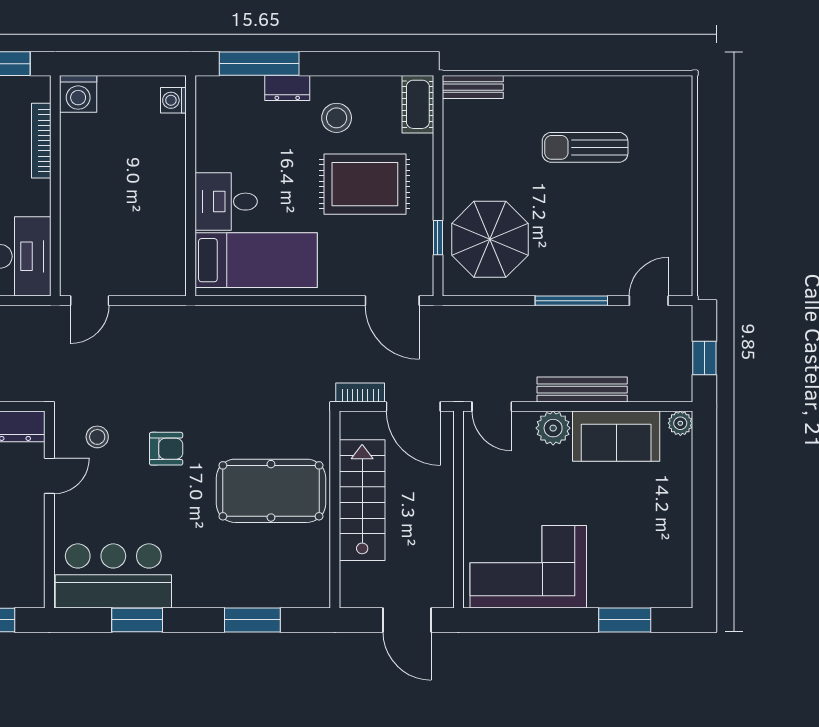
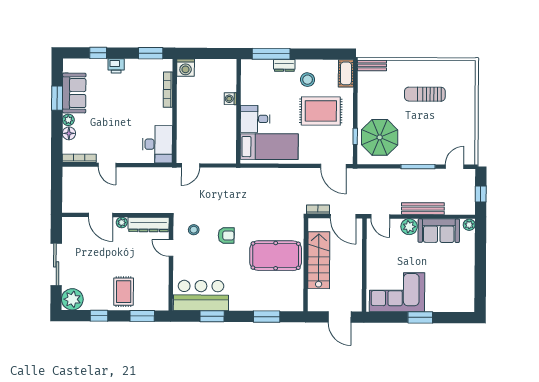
washing machine: (173, 100) -> (230, 99), moved
door: (49, 476) -> (171, 248), swing flipped
window: (625, 620) -> (420, 317), moved

